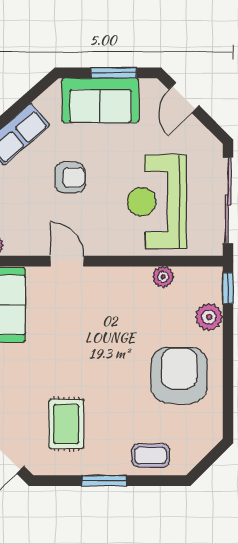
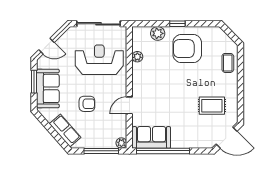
armchair: (70, 177) -> (87, 104), turned 90
reception desk: (157, 202) -> (99, 60), turned 180
window: (228, 288) -> (177, 24), moved
window: (104, 481) -> (241, 86), removed

